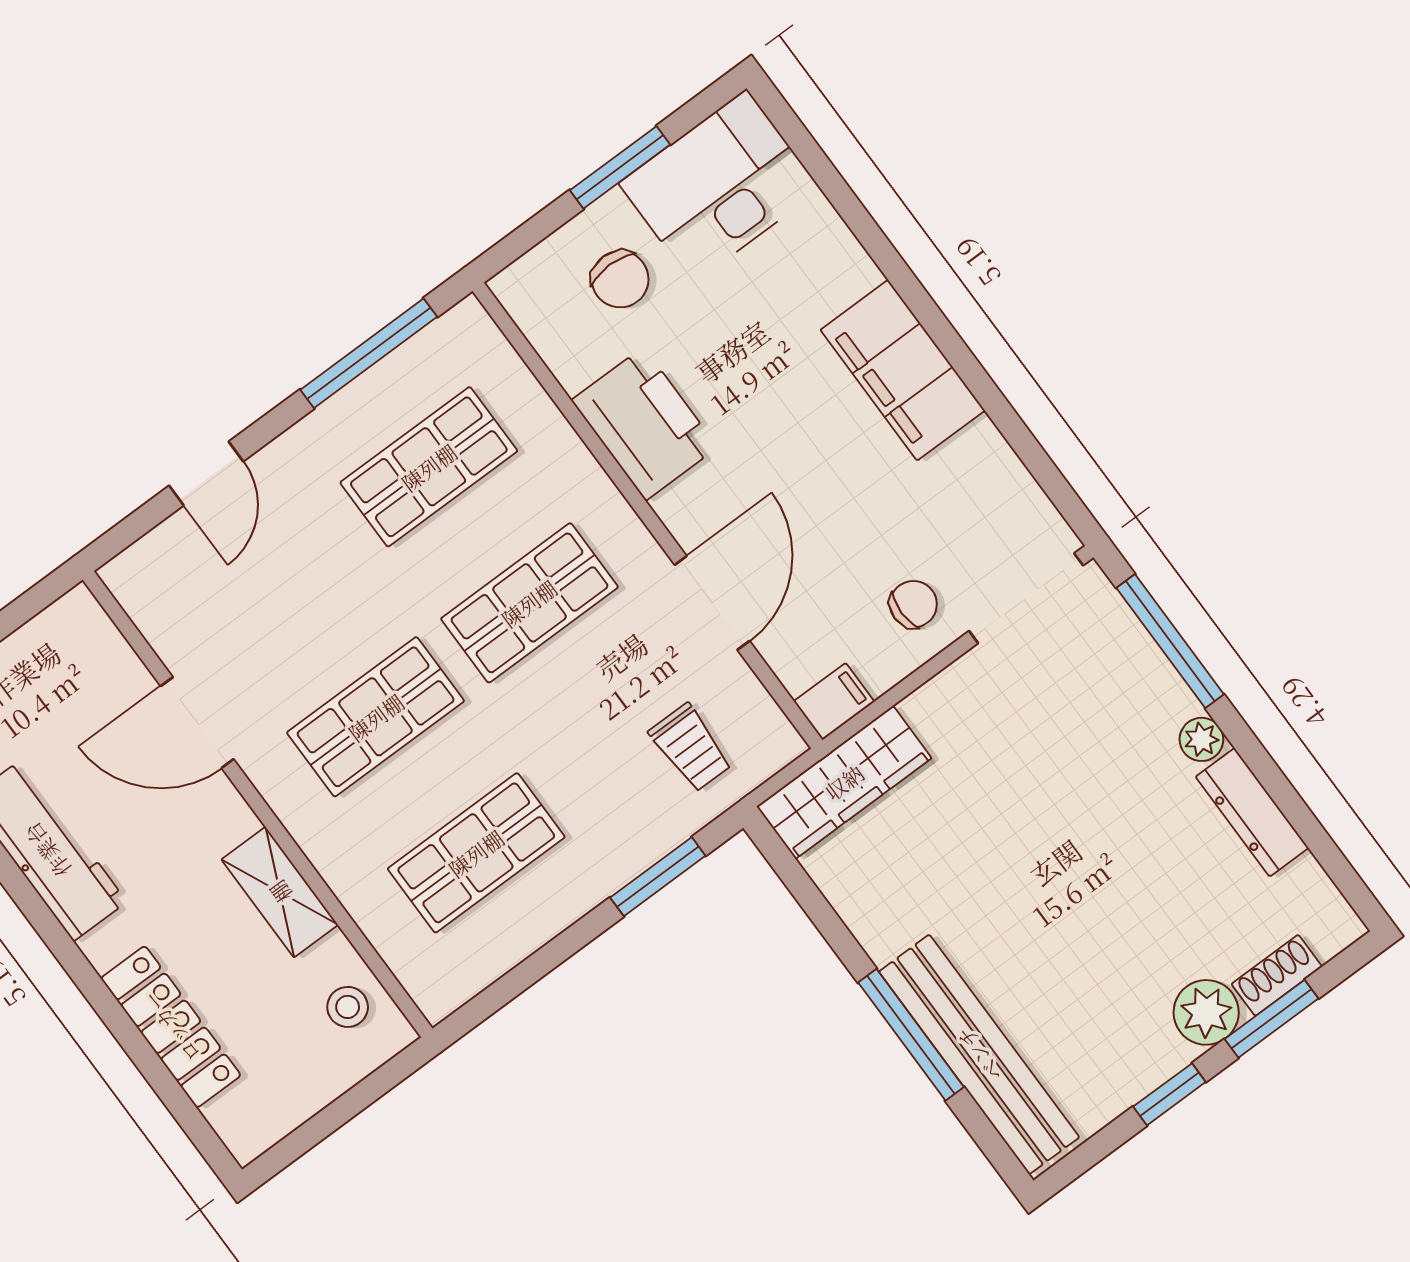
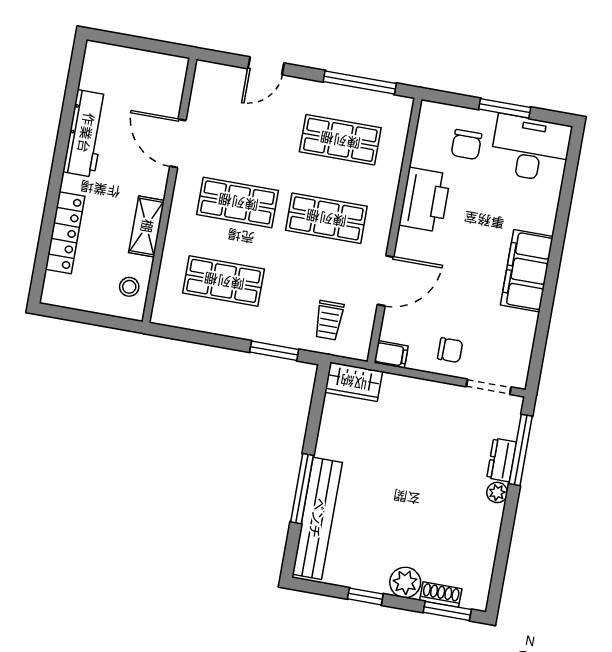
doorway: (1026, 598) -> (489, 387), width x0.73
wardrobe: (844, 782) -> (354, 382), width x0.67
dresser: (1252, 812) -> (502, 460), moved, width x0.70
window: (1272, 1019) -> (447, 611), moved

